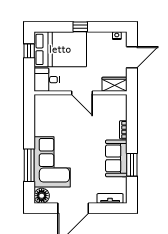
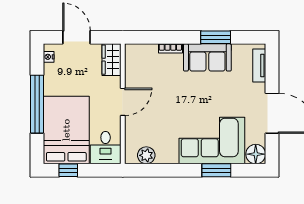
window: (80, 27) -> (37, 104), width x3.17
plant: (41, 111) -> (146, 155), added
window: (29, 165) -> (216, 170), width x0.69

